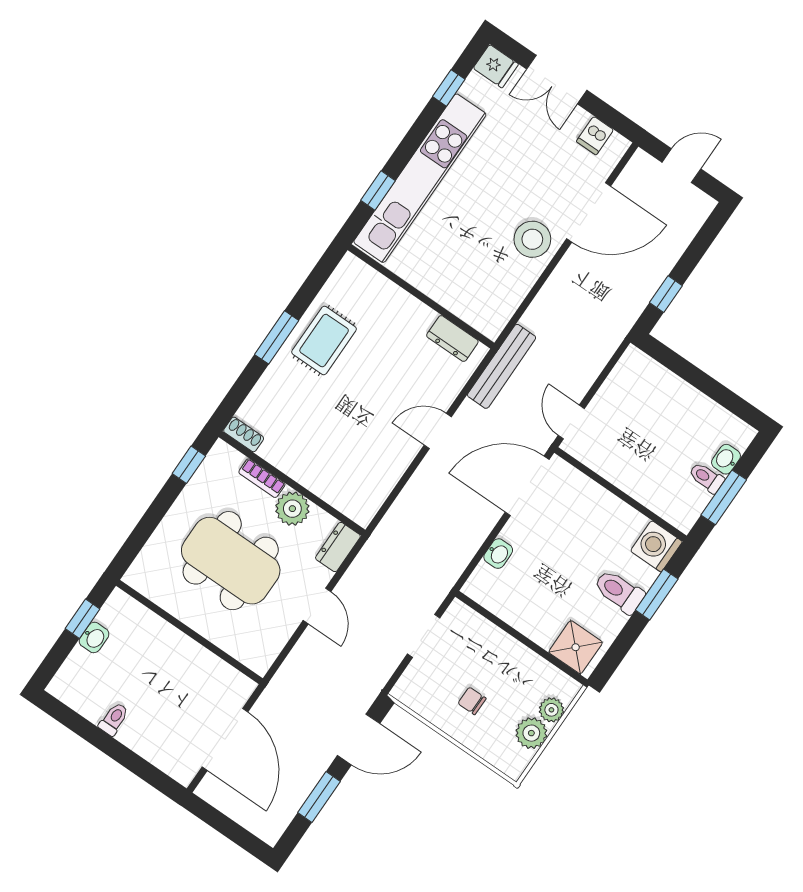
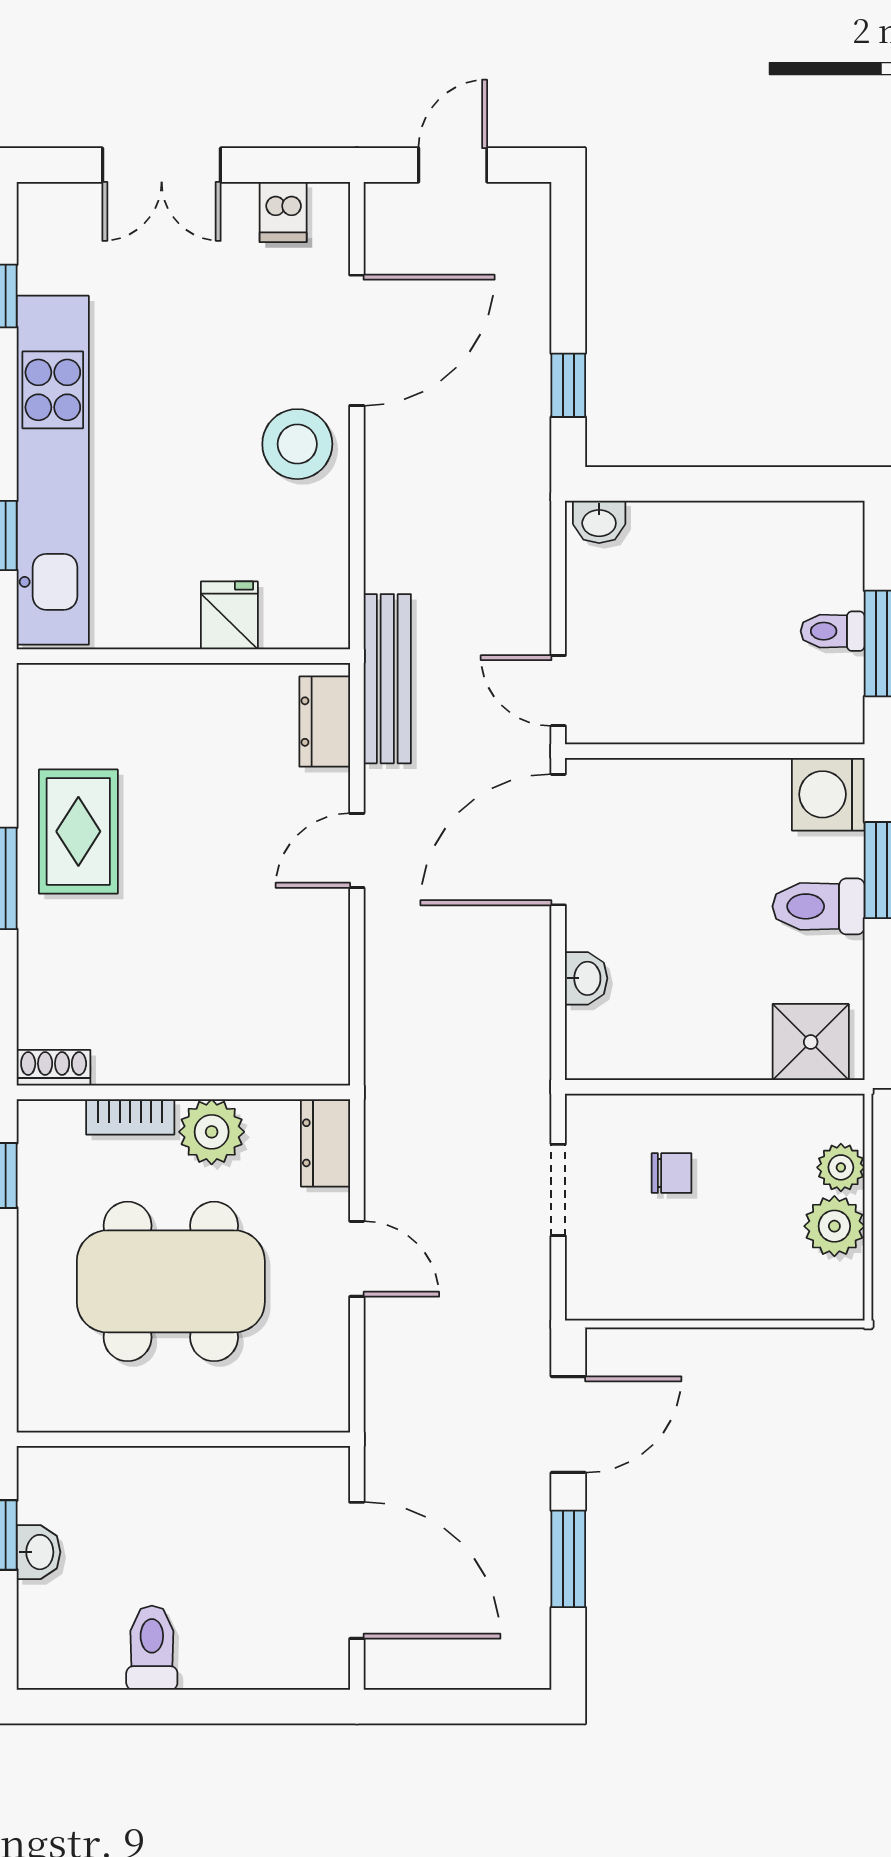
fridge: (496, 66) -> (229, 615), moved, turned -90
dresser: (452, 338) -> (325, 722), moved, turned 90
washbasin: (726, 459) -> (599, 522), moved, turned -90
chair: (472, 701) -> (672, 1173), moved, turned 180
toilet: (114, 719) -> (152, 1648), width x1.37, depth x1.39

